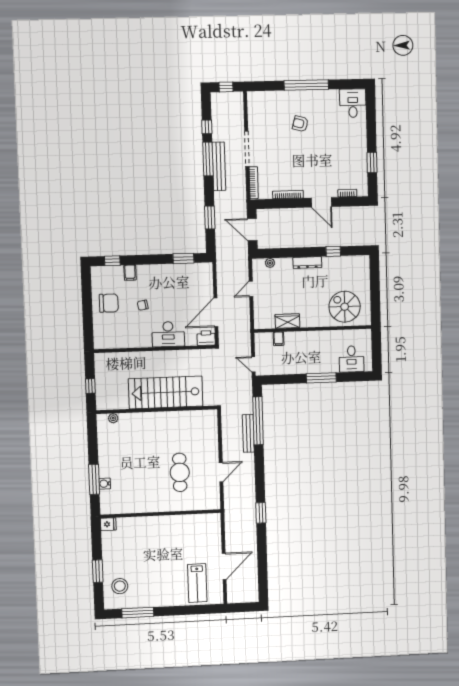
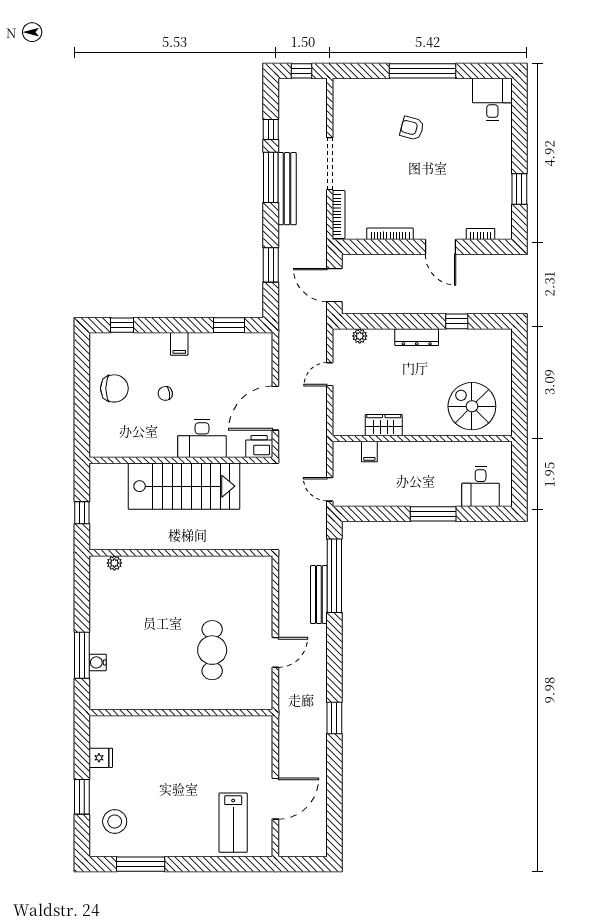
filing cabinet: (130, 273) -> (179, 344), moved
stairs: (166, 392) -> (184, 486), moved, turned 180
fridge: (108, 524) -> (101, 758), moved

